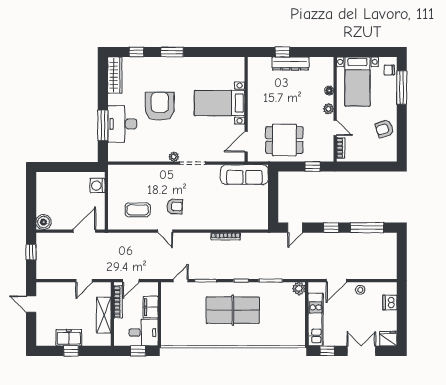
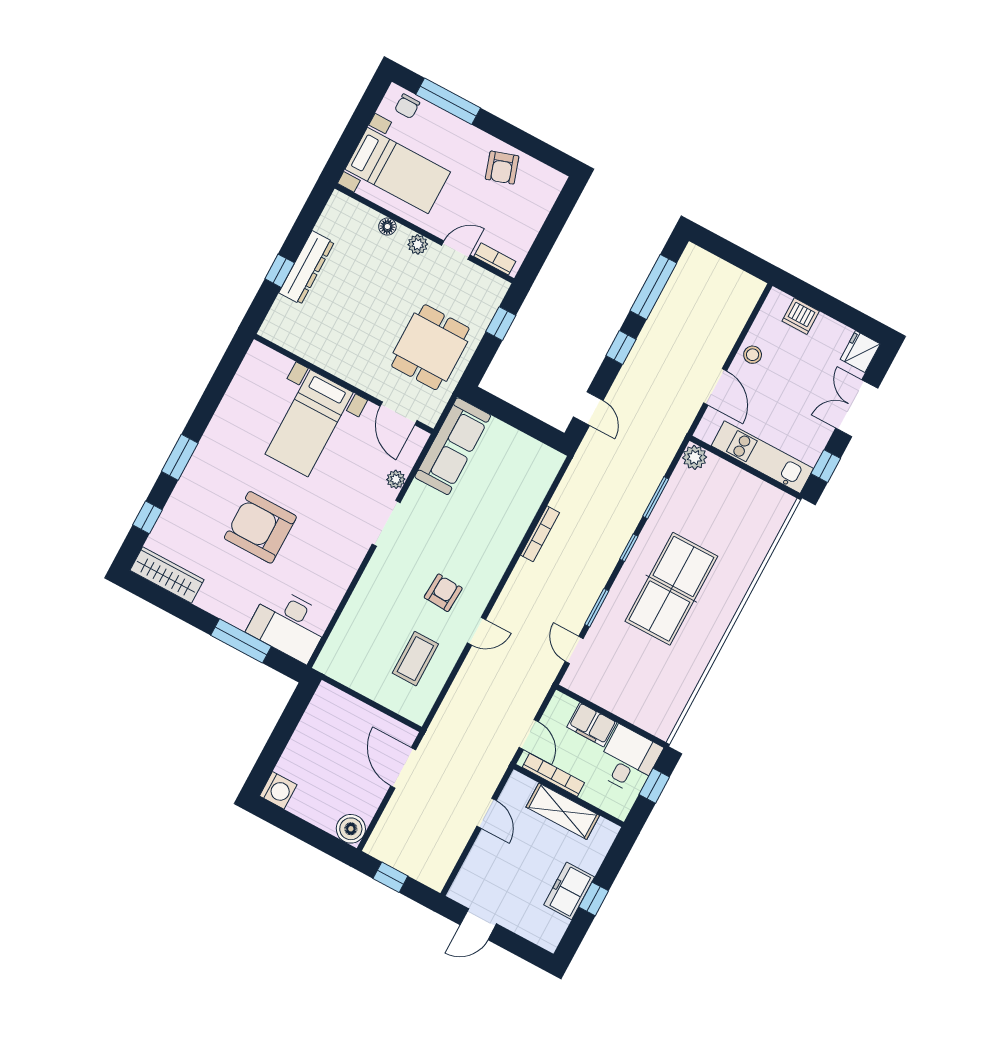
desk: (122, 124) -> (289, 624), moved
plant: (174, 157) -> (396, 479), moved
washing machine: (98, 186) -> (278, 790), moved, turned -90

